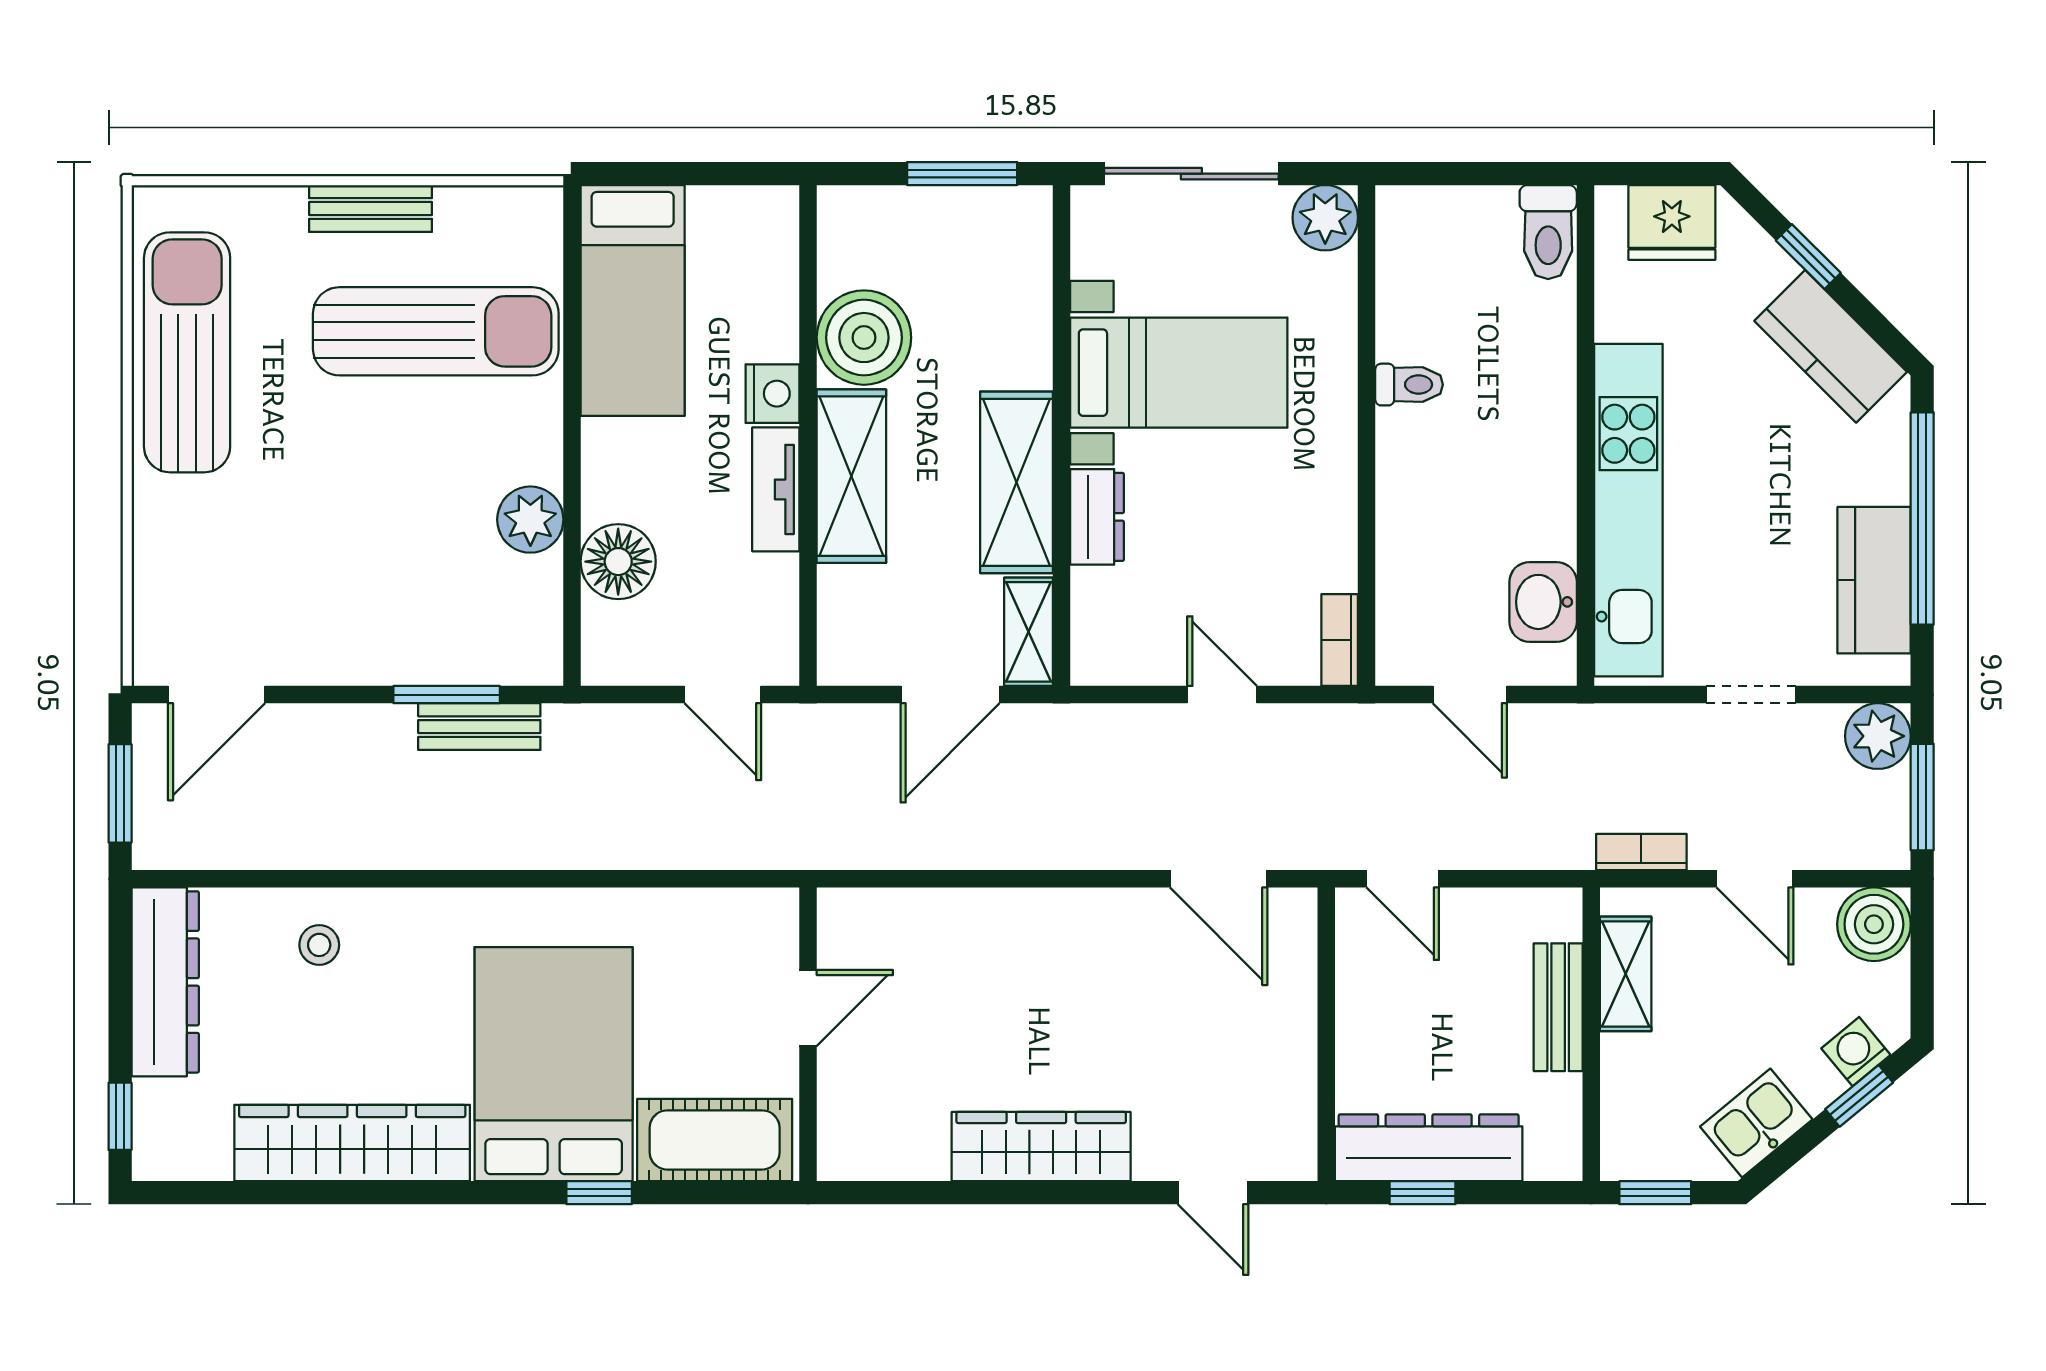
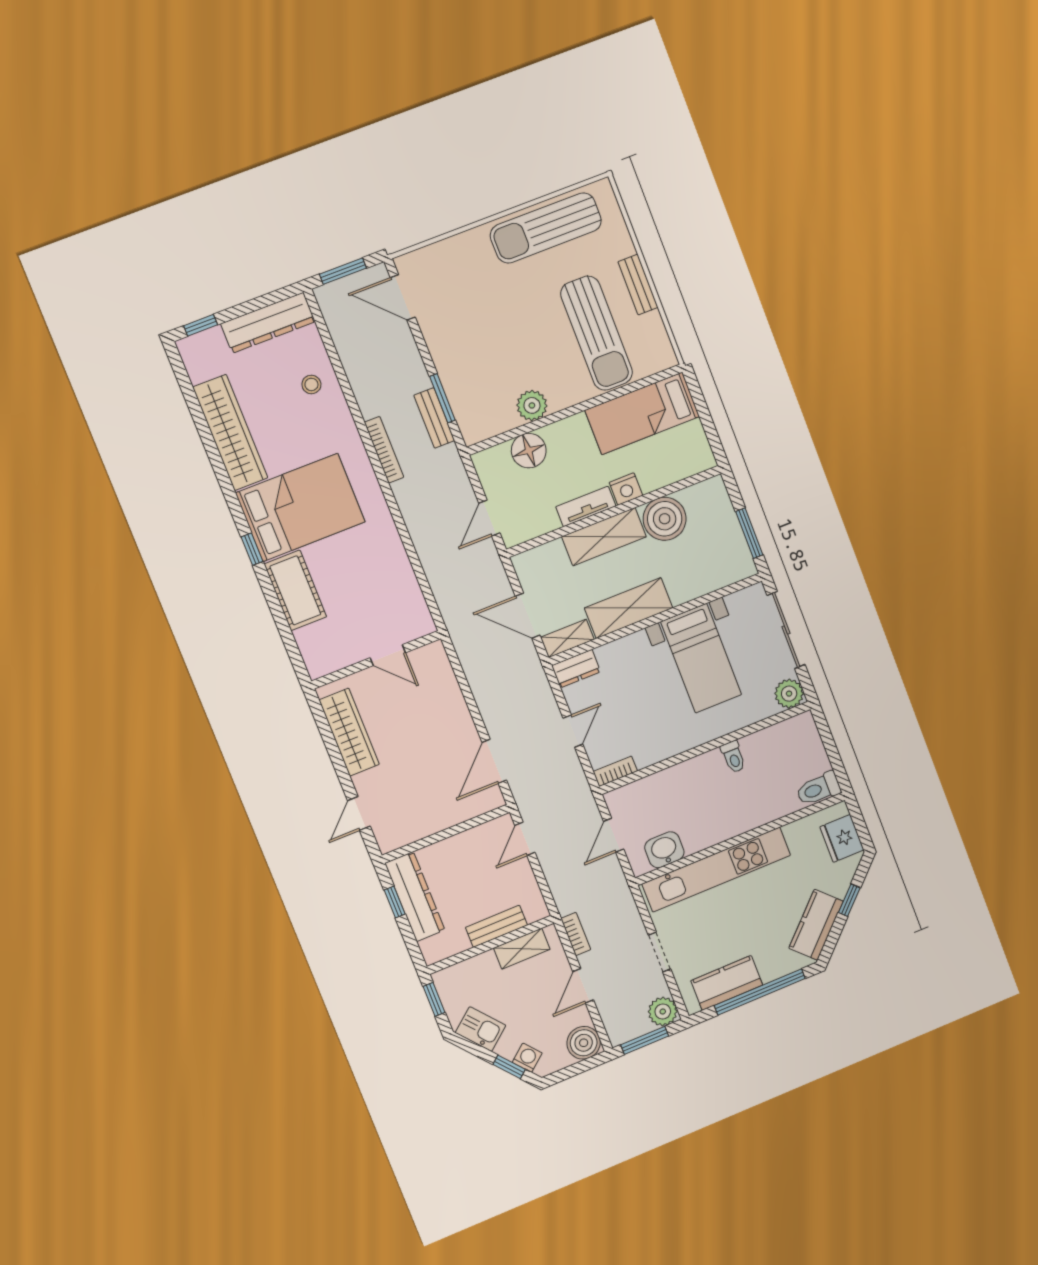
sun lounger: (187, 352) -> (546, 228), turned 180
dresser: (1097, 517) -> (576, 669), moved
bookcase: (504, 852) -> (384, 450), added
door: (808, 1008) -> (388, 655), moved
wall: (808, 1034) -> (376, 660), moved

